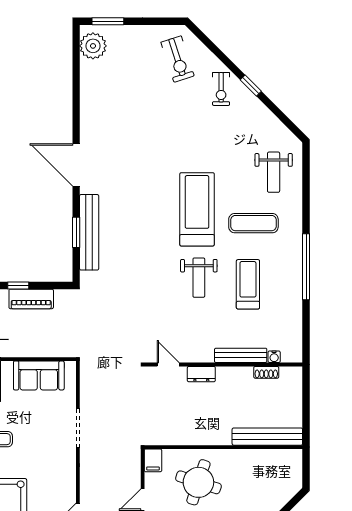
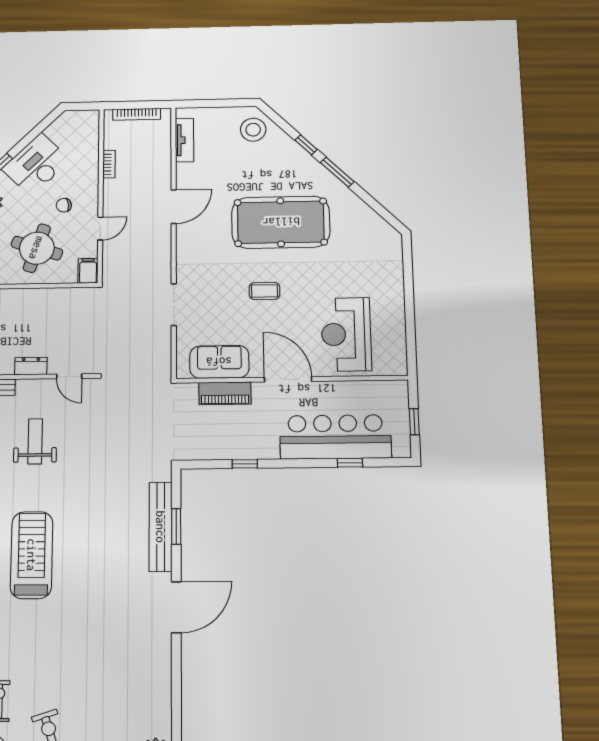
door: (76, 165) -> (176, 607), hinge flipped
treadmill: (197, 209) -> (32, 555), turned 180
weight bench: (199, 278) -> (35, 441), moved
piano: (31, 299) -> (225, 393), moved, turned 180

